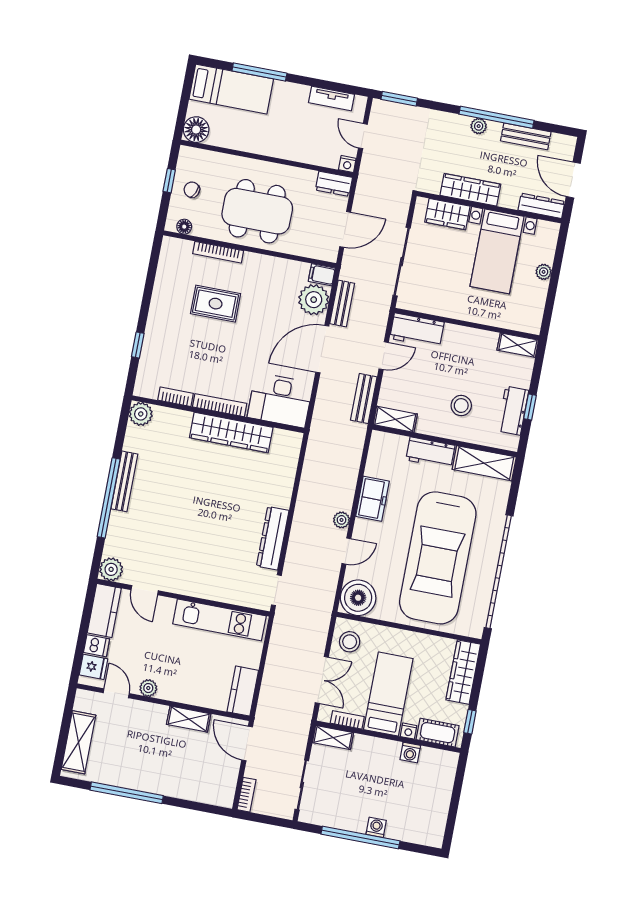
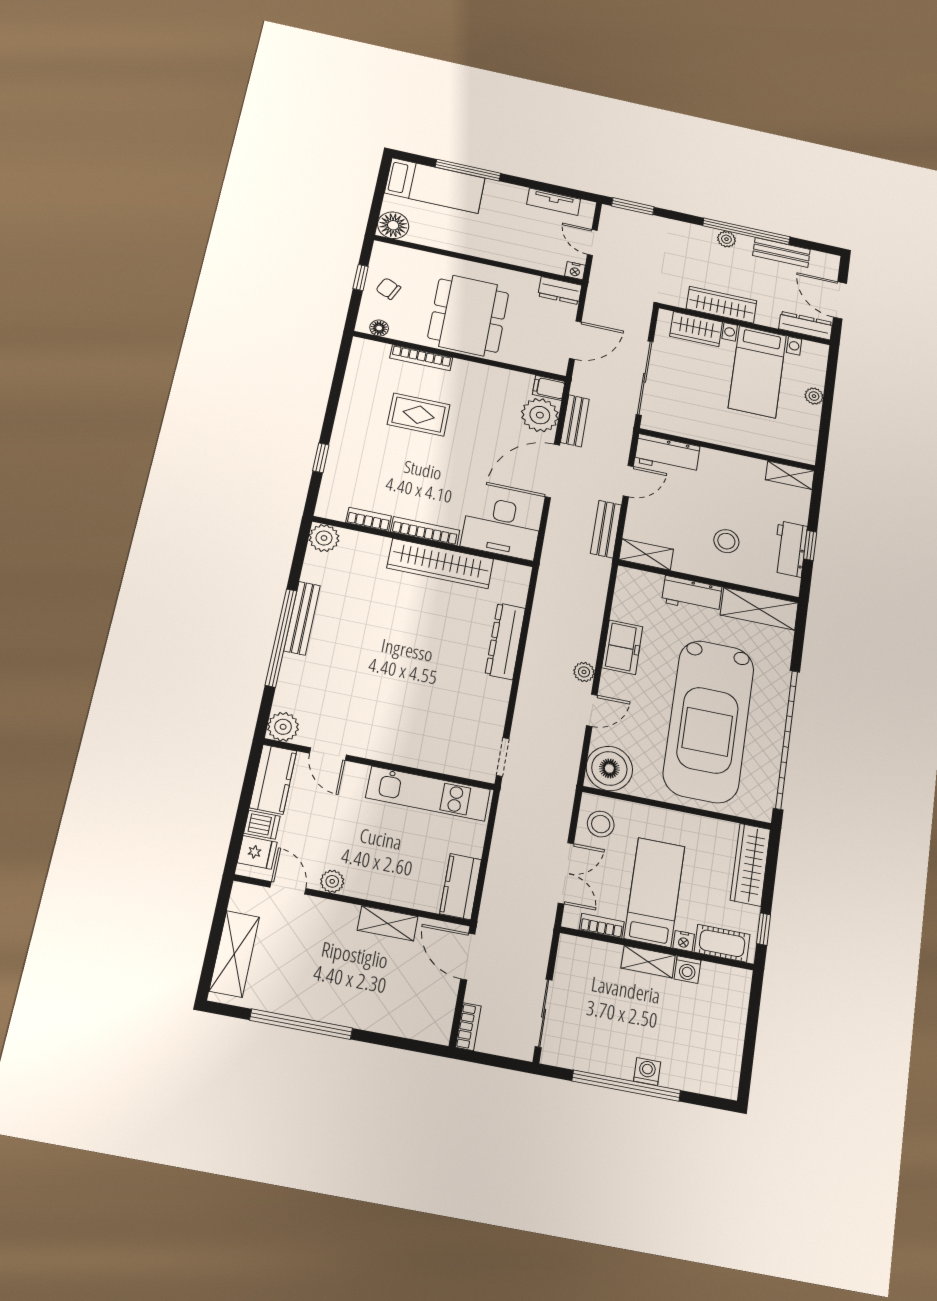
dining table: (257, 211) -> (468, 315), turned 90
dresser: (273, 538) -> (505, 641), moved
shelving: (333, 738) -> (648, 962), moved

